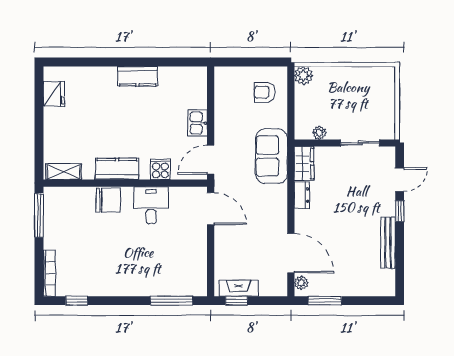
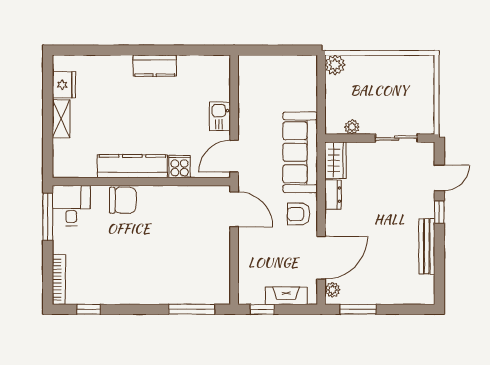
armchair: (265, 92) -> (299, 214), moved
sofa: (271, 156) -> (300, 152), width x1.36
kitchen counter: (117, 169) -> (132, 166), width x1.50
shelving: (64, 172) -> (61, 119), moved, turned 90
desk: (151, 205) -> (71, 206), moved
door: (291, 253) -> (321, 258), hinge flipped
fireplace: (239, 288) -> (286, 296), moved

